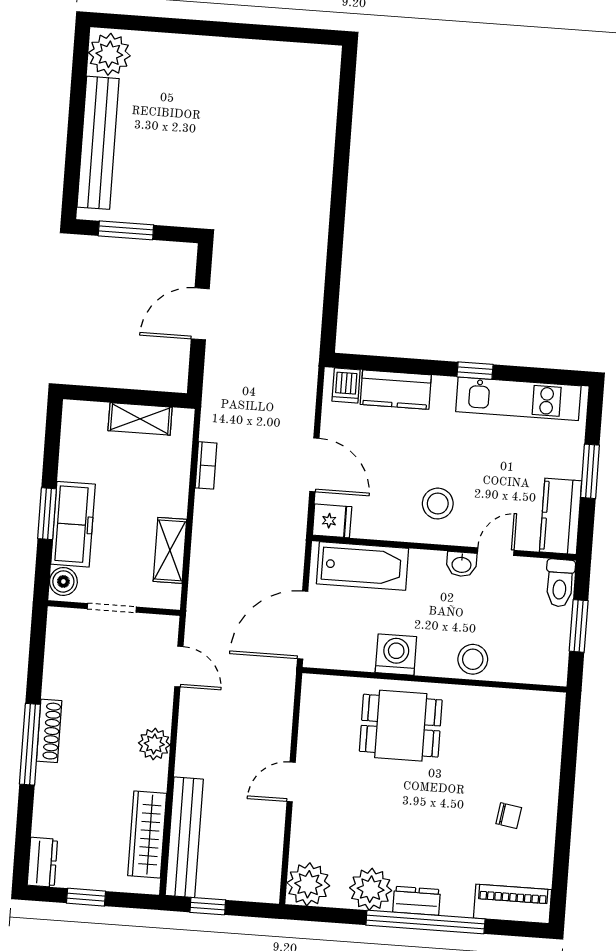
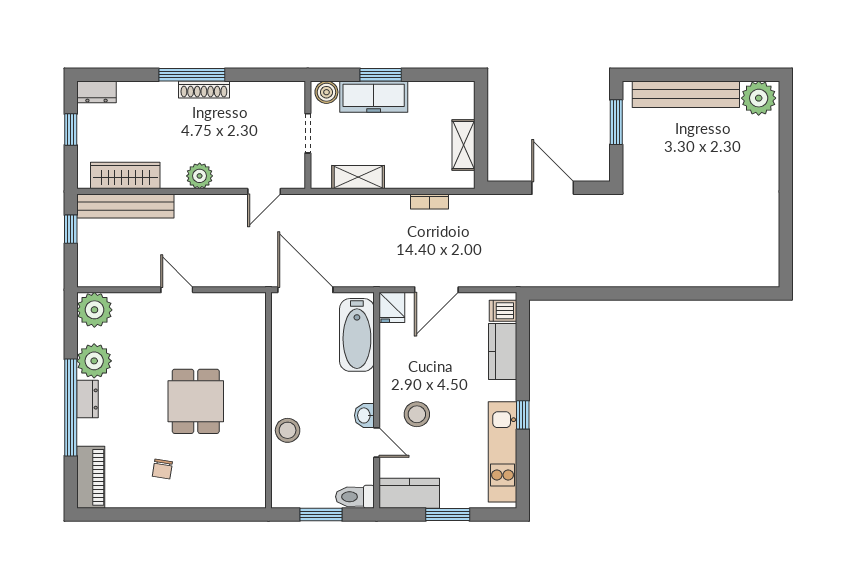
stool: (438, 504) -> (417, 414), moved
washing machine: (396, 655) -> (287, 367), removed
dining table: (401, 726) -> (196, 401), moved

